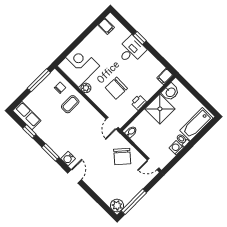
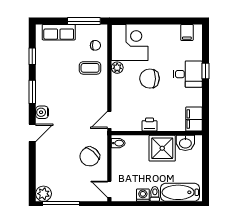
filing cabinet: (165, 77) -> (194, 119), width x2.00
chair: (116, 88) -> (150, 79), moved
row of seats: (27, 116) -> (59, 32), moved, turned 90

